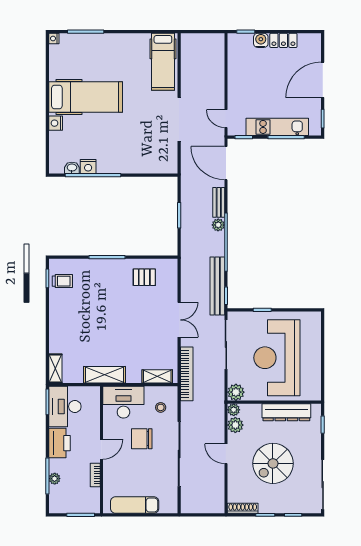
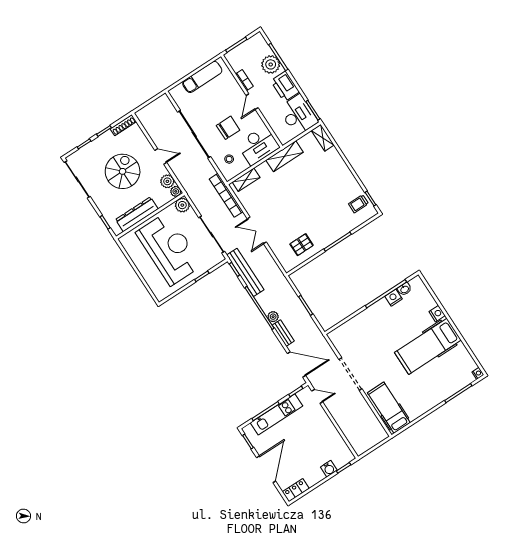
locker: (283, 40) -> (296, 490), moved
plant: (55, 479) -> (271, 64), width x1.87, depth x1.87

